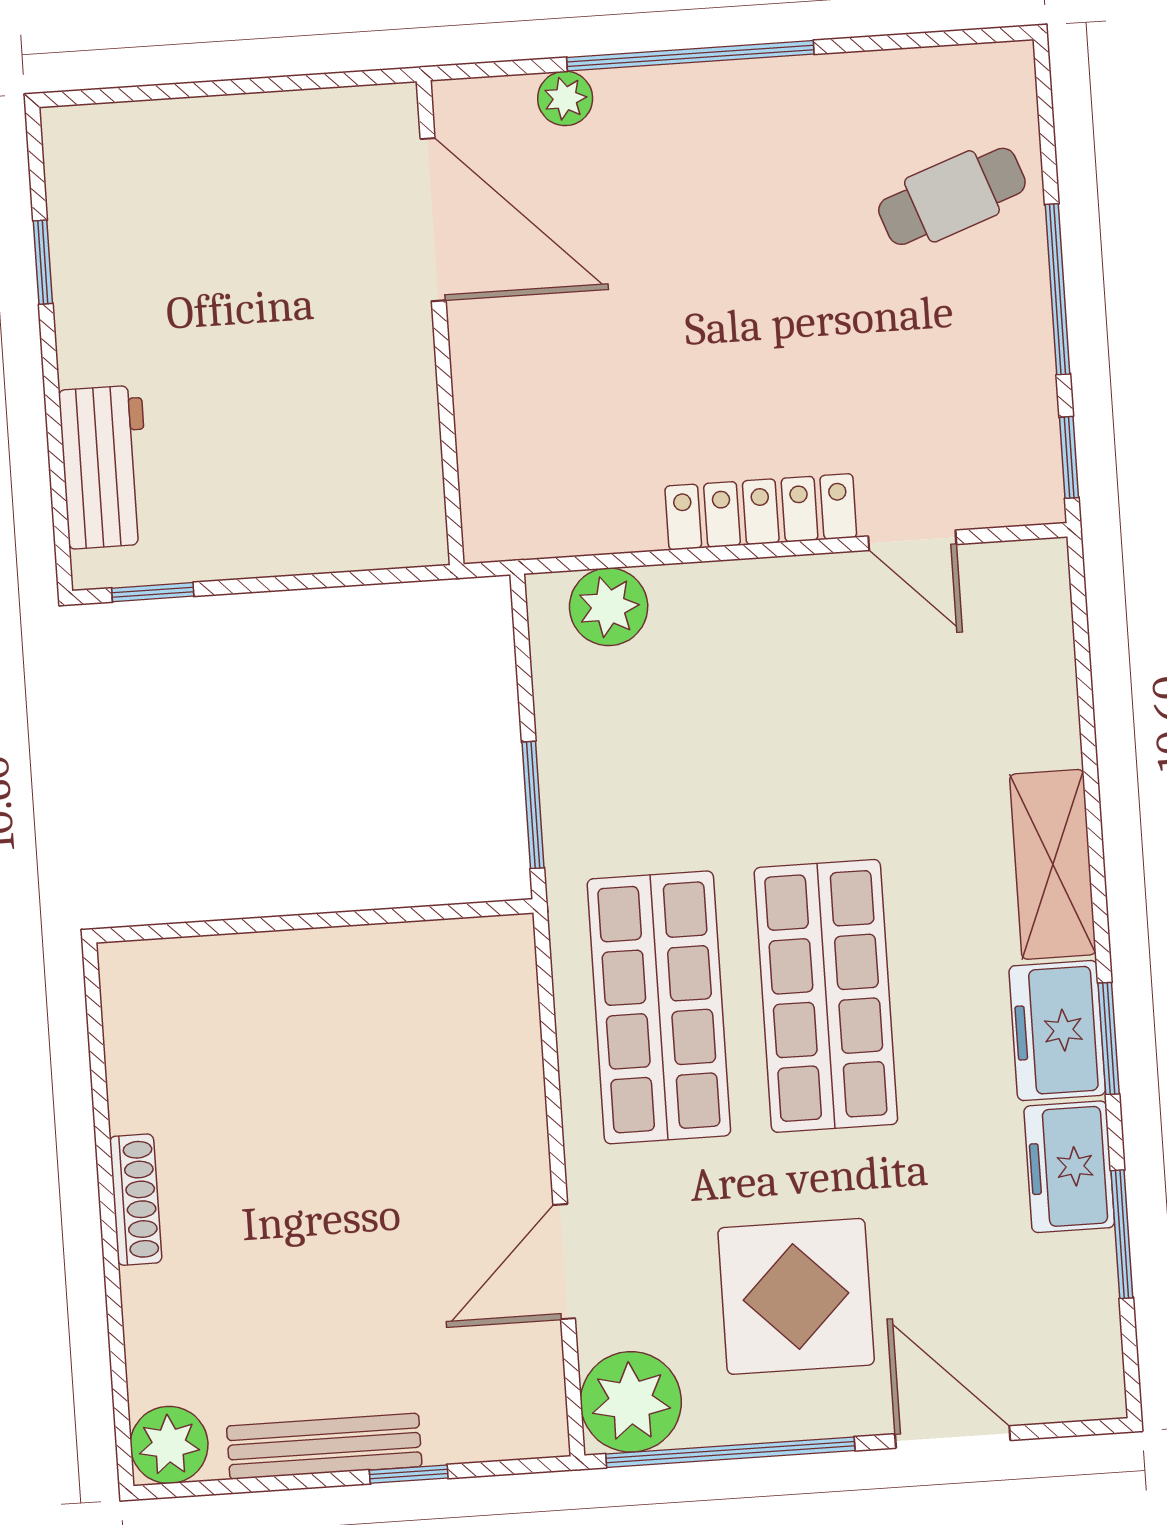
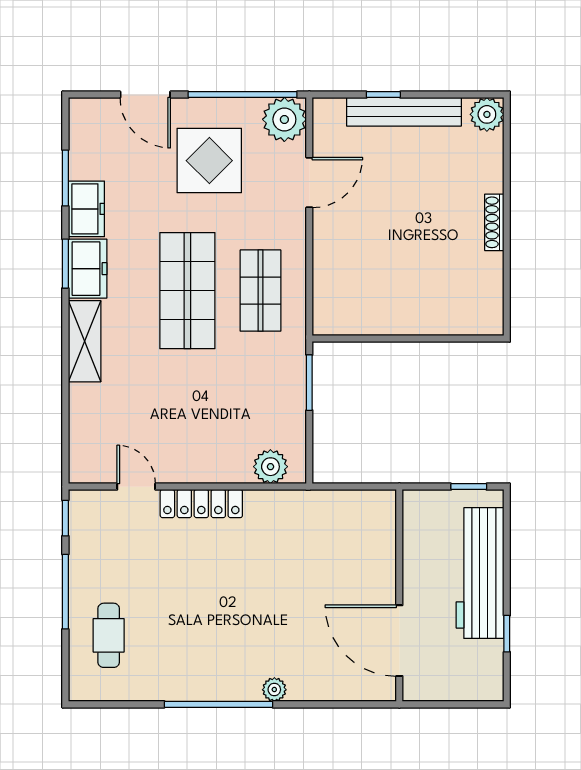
cafe table: (952, 196) -> (109, 635), turned -70
door: (433, 220) -> (399, 641), moved
wall: (440, 323) -> (399, 595), moved
workbench: (105, 467) -> (480, 573), width x1.88, depth x1.32
shop shelf: (659, 1007) -> (260, 291), width x0.70, depth x0.74
bench: (324, 1446) -> (404, 112), width x1.37, depth x1.21

